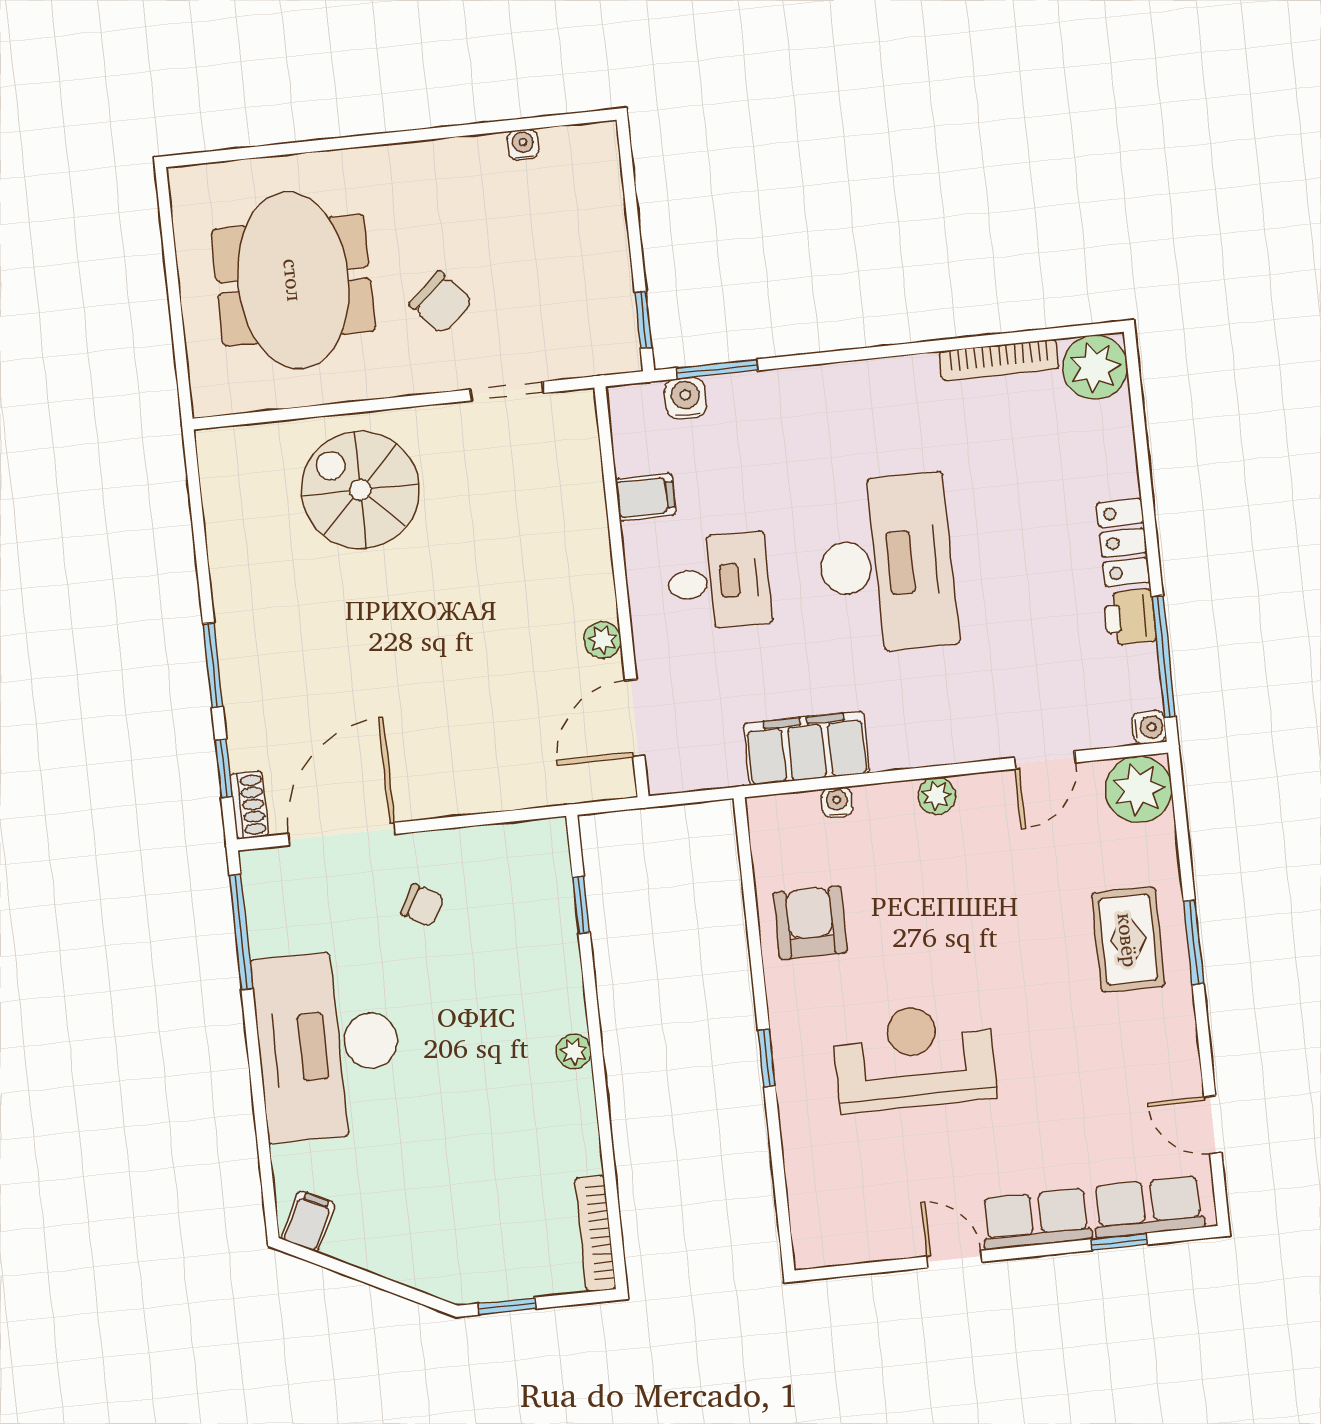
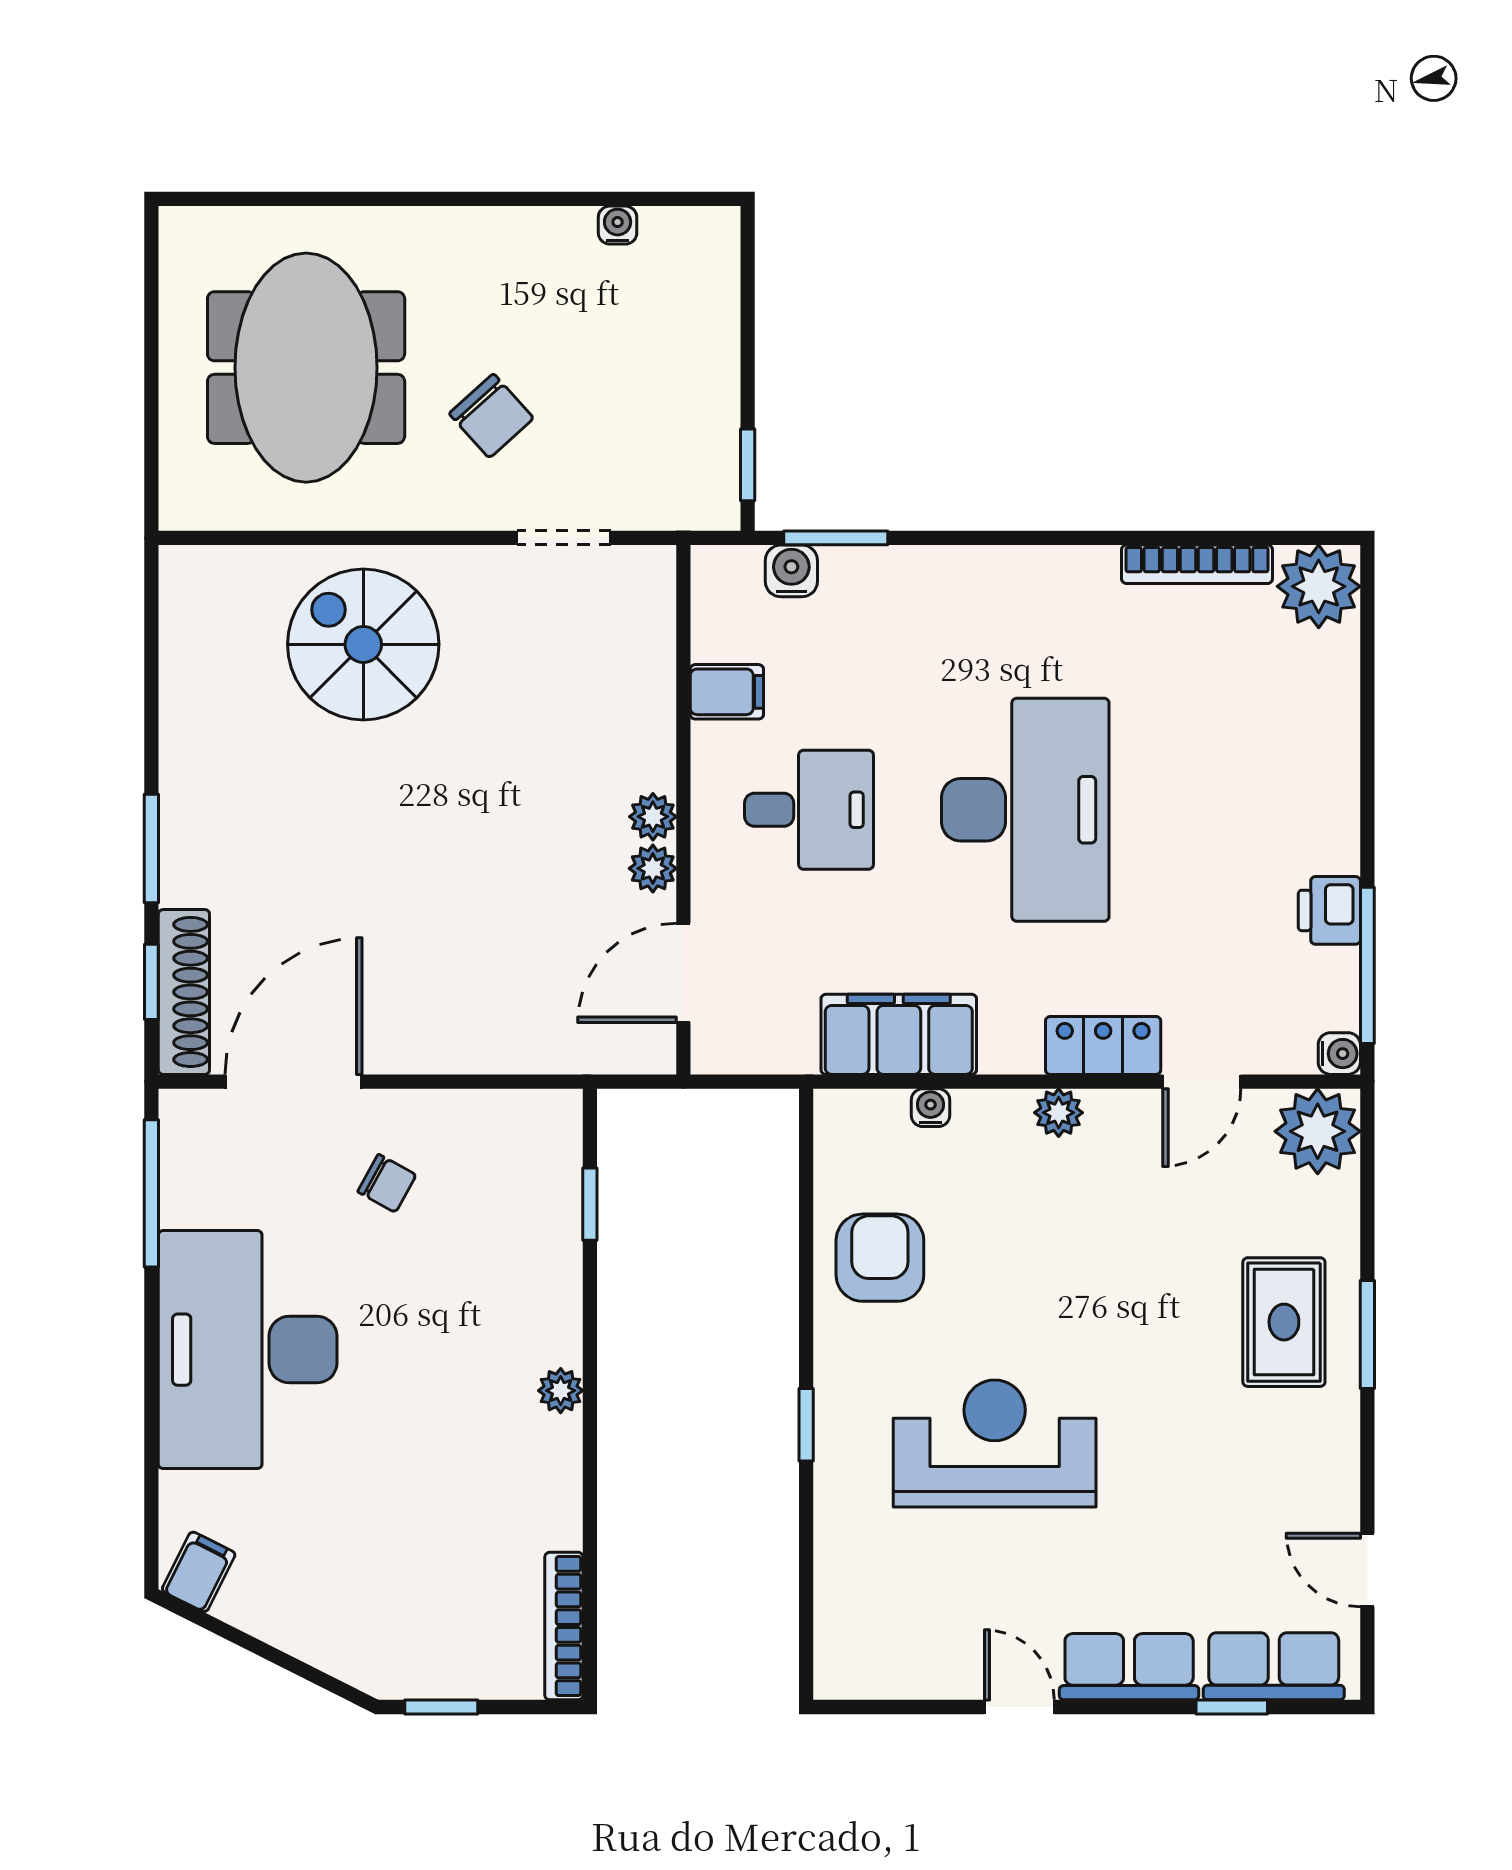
locker: (1123, 543) -> (1103, 1045), moved, turned 90
plant: (598, 600) -> (653, 817), added
shoe rack: (249, 805) -> (184, 992), width x1.94, depth x1.24

